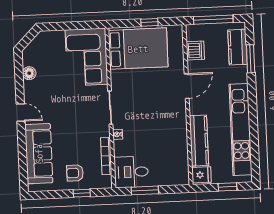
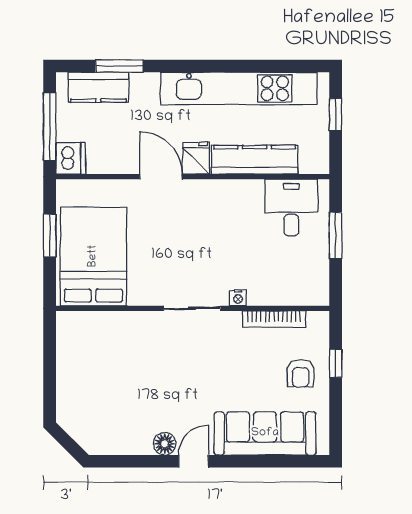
window: (149, 22) -> (50, 235), width x1.50
dishwasher: (195, 50) -> (71, 158), moved, turned 90
corner sofa: (86, 57) -> (104, 345), removed
floor lamp: (29, 73) -> (165, 444), moved
desk: (131, 172) -> (291, 208), moved, turned 180
fridge: (201, 175) -> (196, 158), moved
window: (145, 190) -> (336, 235), moved

